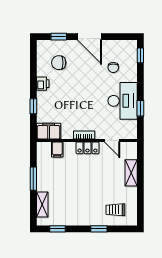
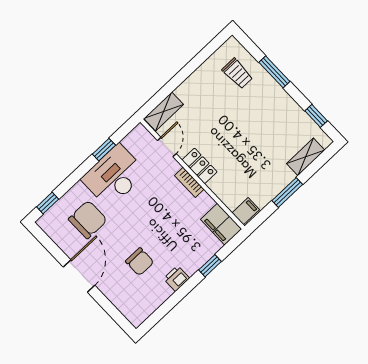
window: (59, 37) -> (110, 309), removed
chair: (59, 63) -> (140, 262), moved
chair: (113, 67) -> (88, 220), width x1.87, depth x1.87
filing cabinet: (57, 149) -> (246, 211), moved
shelving: (131, 173) -> (164, 111), moved
window: (99, 229) -> (274, 72), width x1.50

